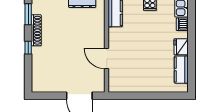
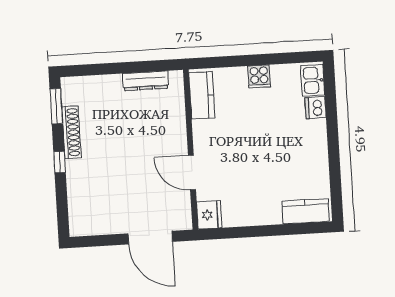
fridge: (181, 47) -> (209, 215), moved, turned 180
kitchen counter: (181, 70) -> (306, 211), moved, turned 90

